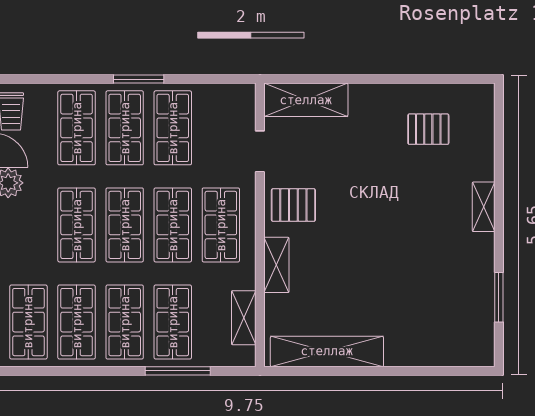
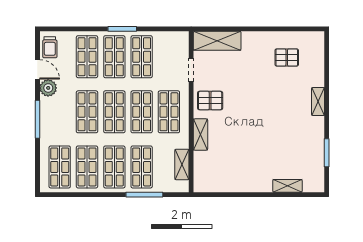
shelving: (327, 351) -> (287, 186), moved, width x0.45, depth x0.75

